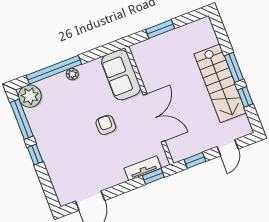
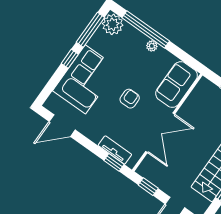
corner sofa: (63, 153) -> (85, 79), added

